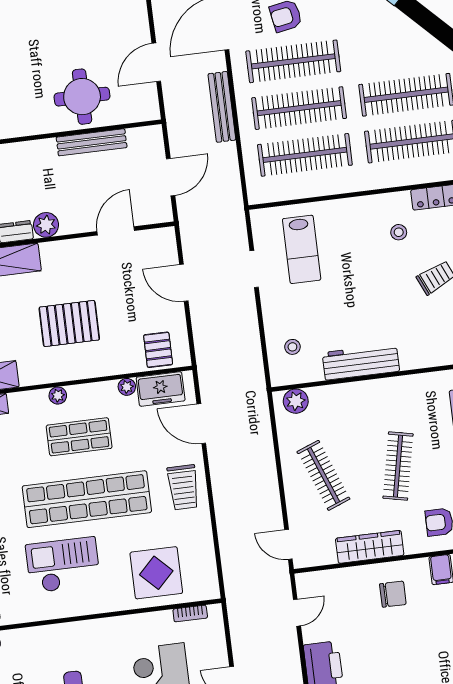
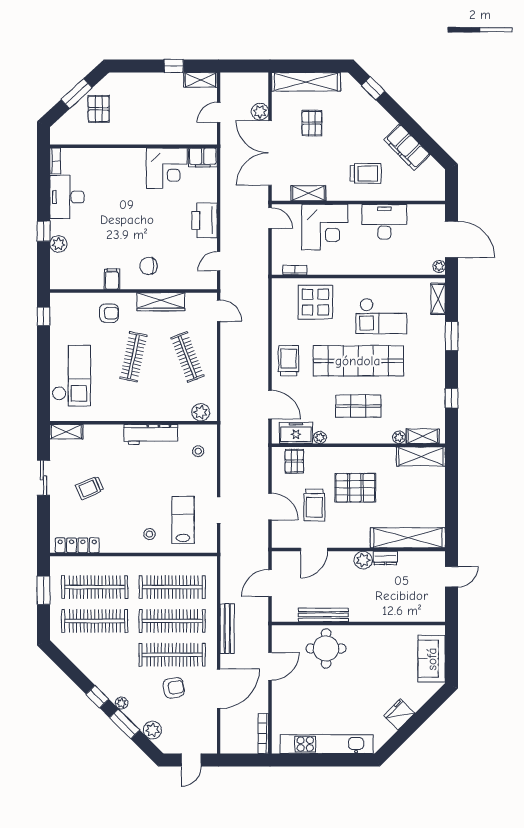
stool: (399, 232) -> (149, 534), moved
trolley: (123, 293) -> (314, 505), added
plant: (58, 396) -> (399, 437), moved

